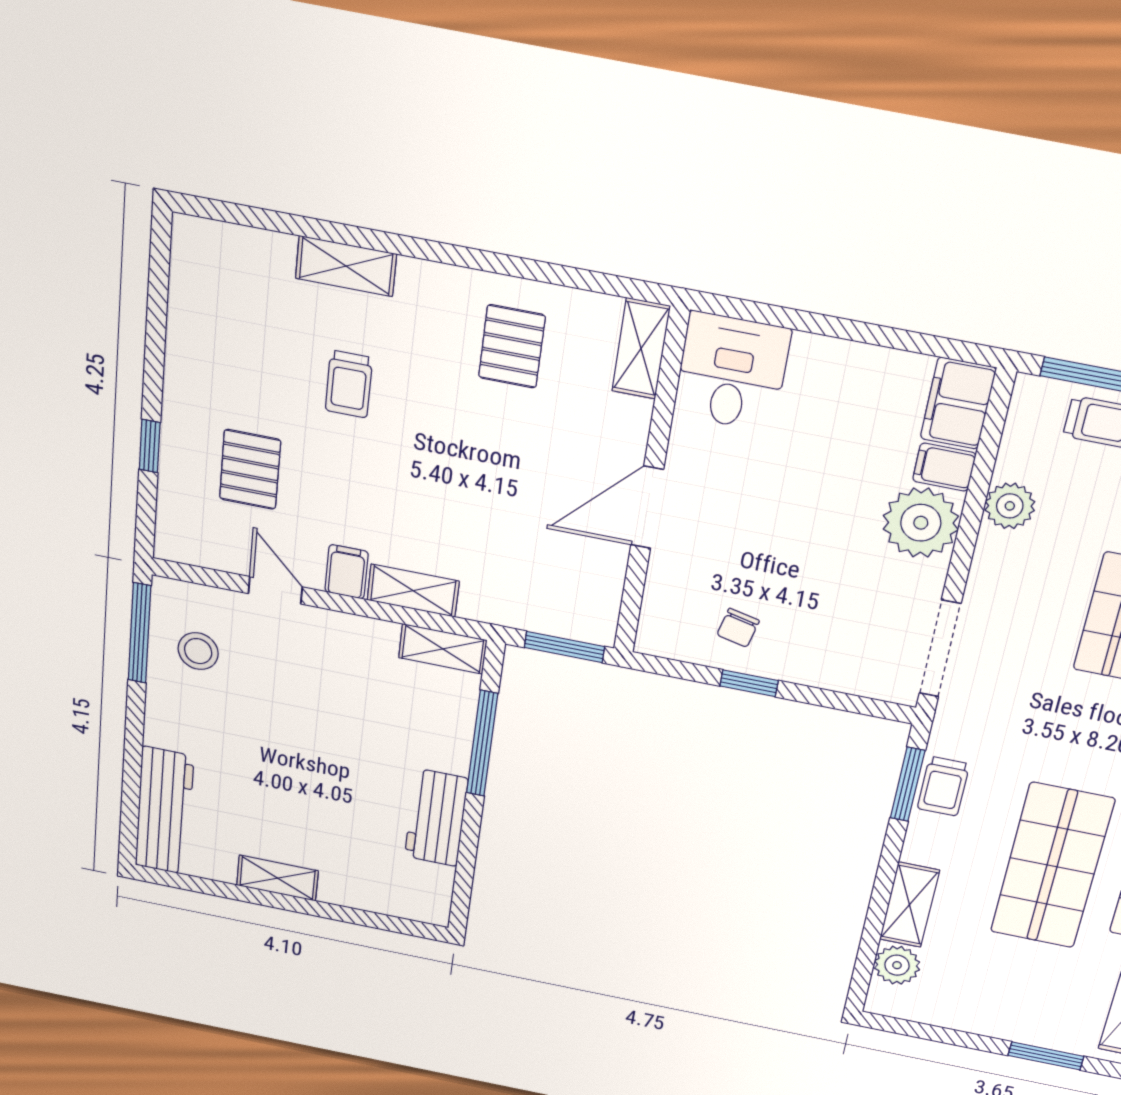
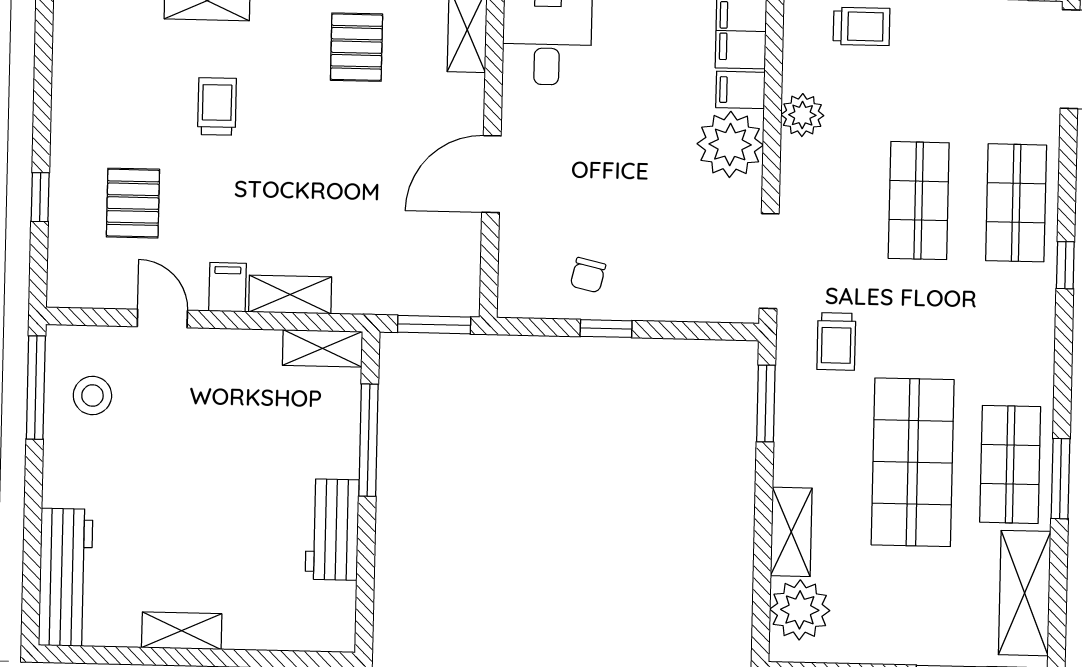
trolley: (349, 384) -> (217, 106), turned 180
trolley: (943, 786) -> (836, 341), moved
plant: (897, 965) -> (800, 610), width x1.36, depth x1.36

